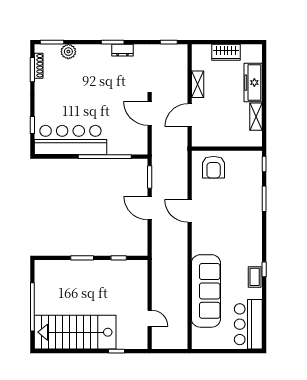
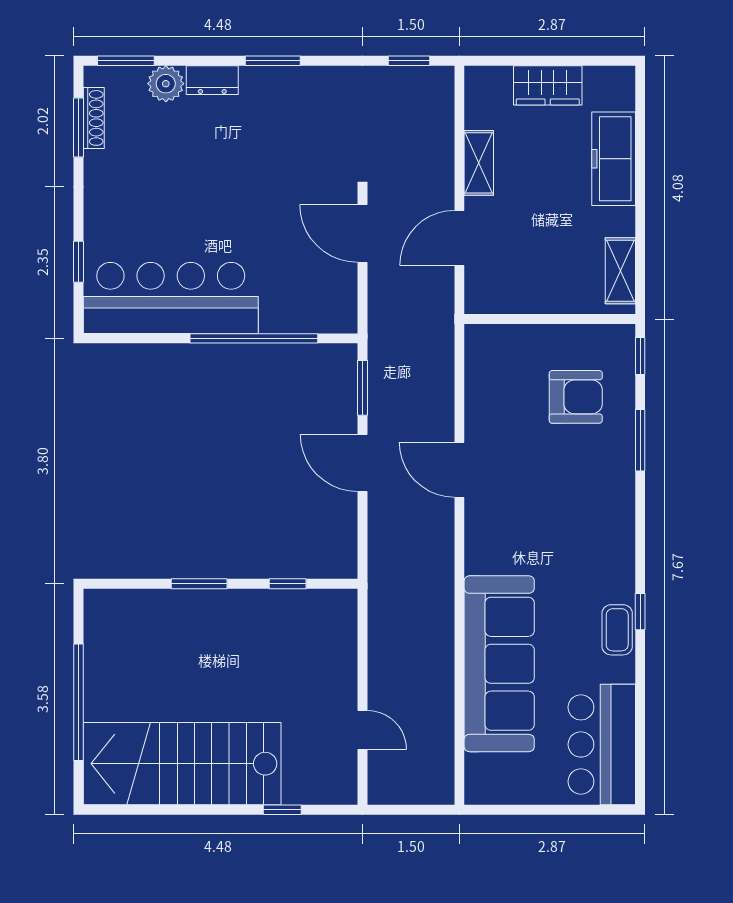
dresser: (123, 50) -> (212, 80), moved
shelving: (256, 117) -> (620, 271), moved
armchair: (214, 167) -> (576, 397), moved, turned -90

